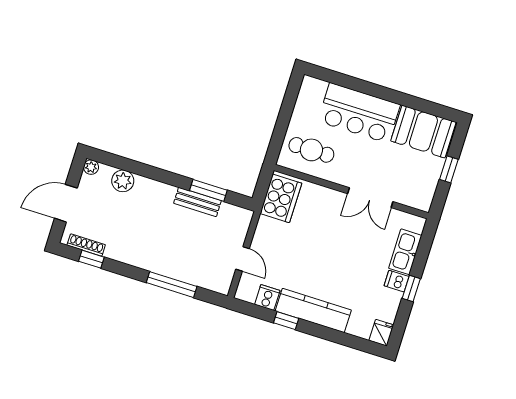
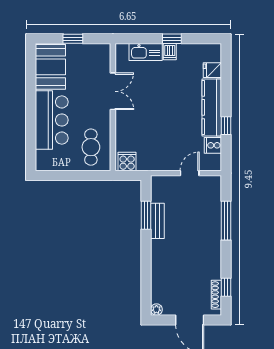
plant: (123, 181) -> (159, 282), removed
cooker: (281, 198) -> (127, 162), width x0.53, depth x0.76
fridge: (381, 333) -> (212, 70), moved

